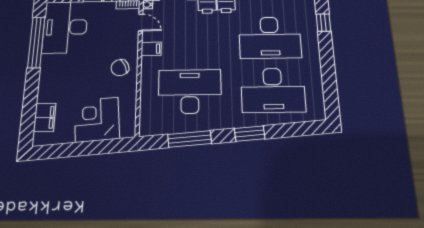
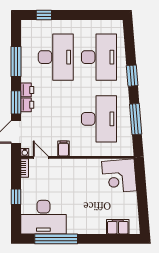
door: (141, 23) -> (41, 157), hinge flipped
chair: (120, 68) -> (79, 172), removed
desk: (190, 91) -> (99, 119), turned 180
corner desk: (97, 120) -> (119, 176), moved

